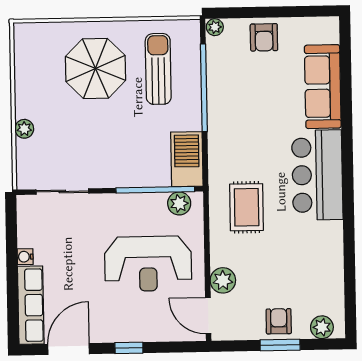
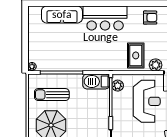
armchair: (264, 37) -> (150, 18), moved
rug: (247, 207) -> (136, 55), moved, turned 90

